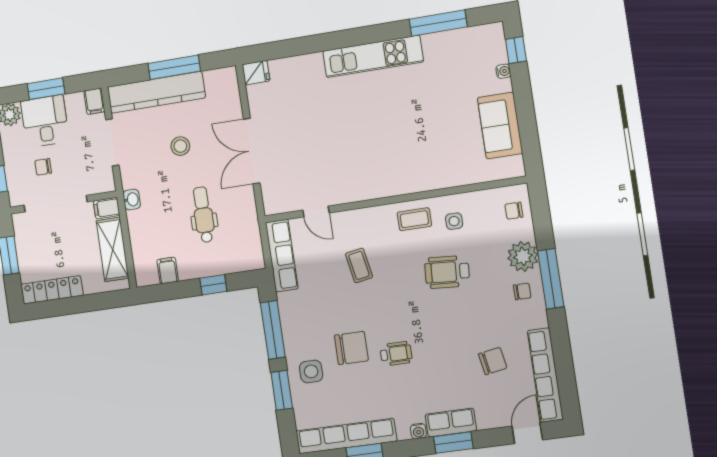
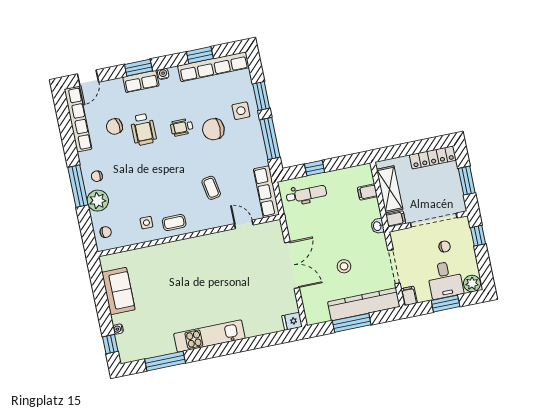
dental chair: (203, 215) -> (306, 194), moved, turned -90
filing cabinet: (168, 271) -> (367, 192), moved, turned 90
wheelchair: (447, 272) -> (143, 129), moved, turned 86

